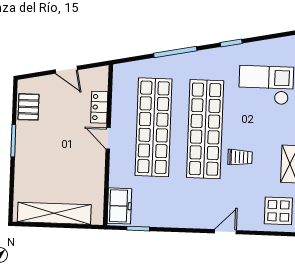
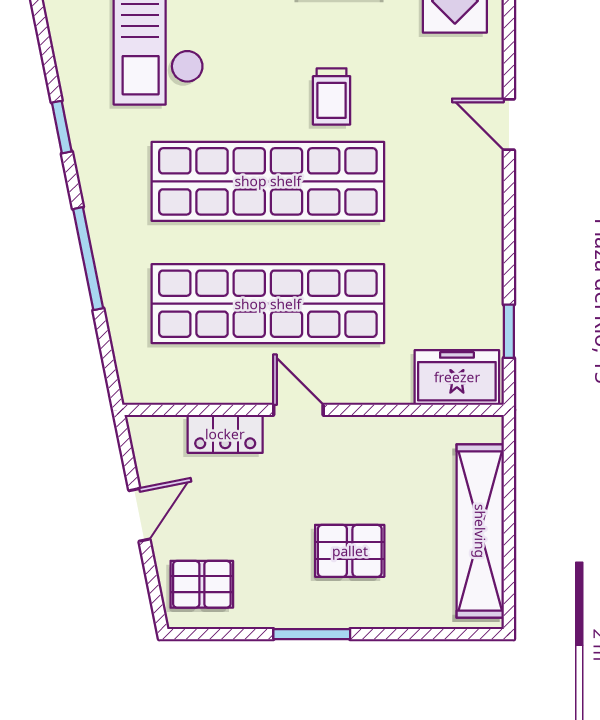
pallet: (28, 107) -> (202, 584), moved
door: (108, 138) -> (298, 410), swing flipped
trolley: (240, 157) -> (332, 96), turned 180
pallet: (48, 158) -> (350, 551), added

